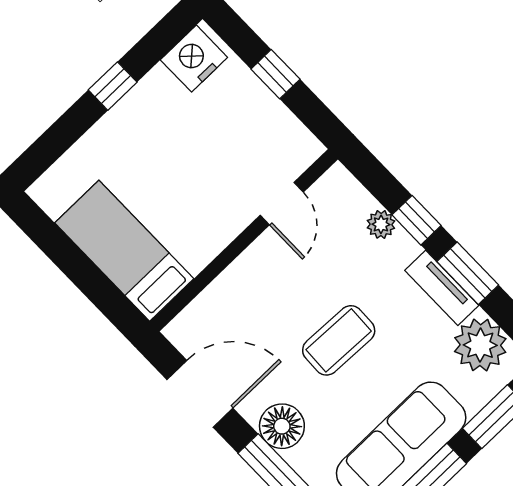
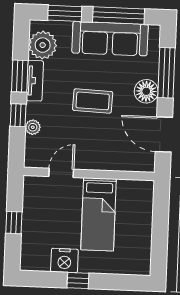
nightstand: (194, 59) -> (64, 260), moved
bed: (124, 251) -> (98, 214), moved

